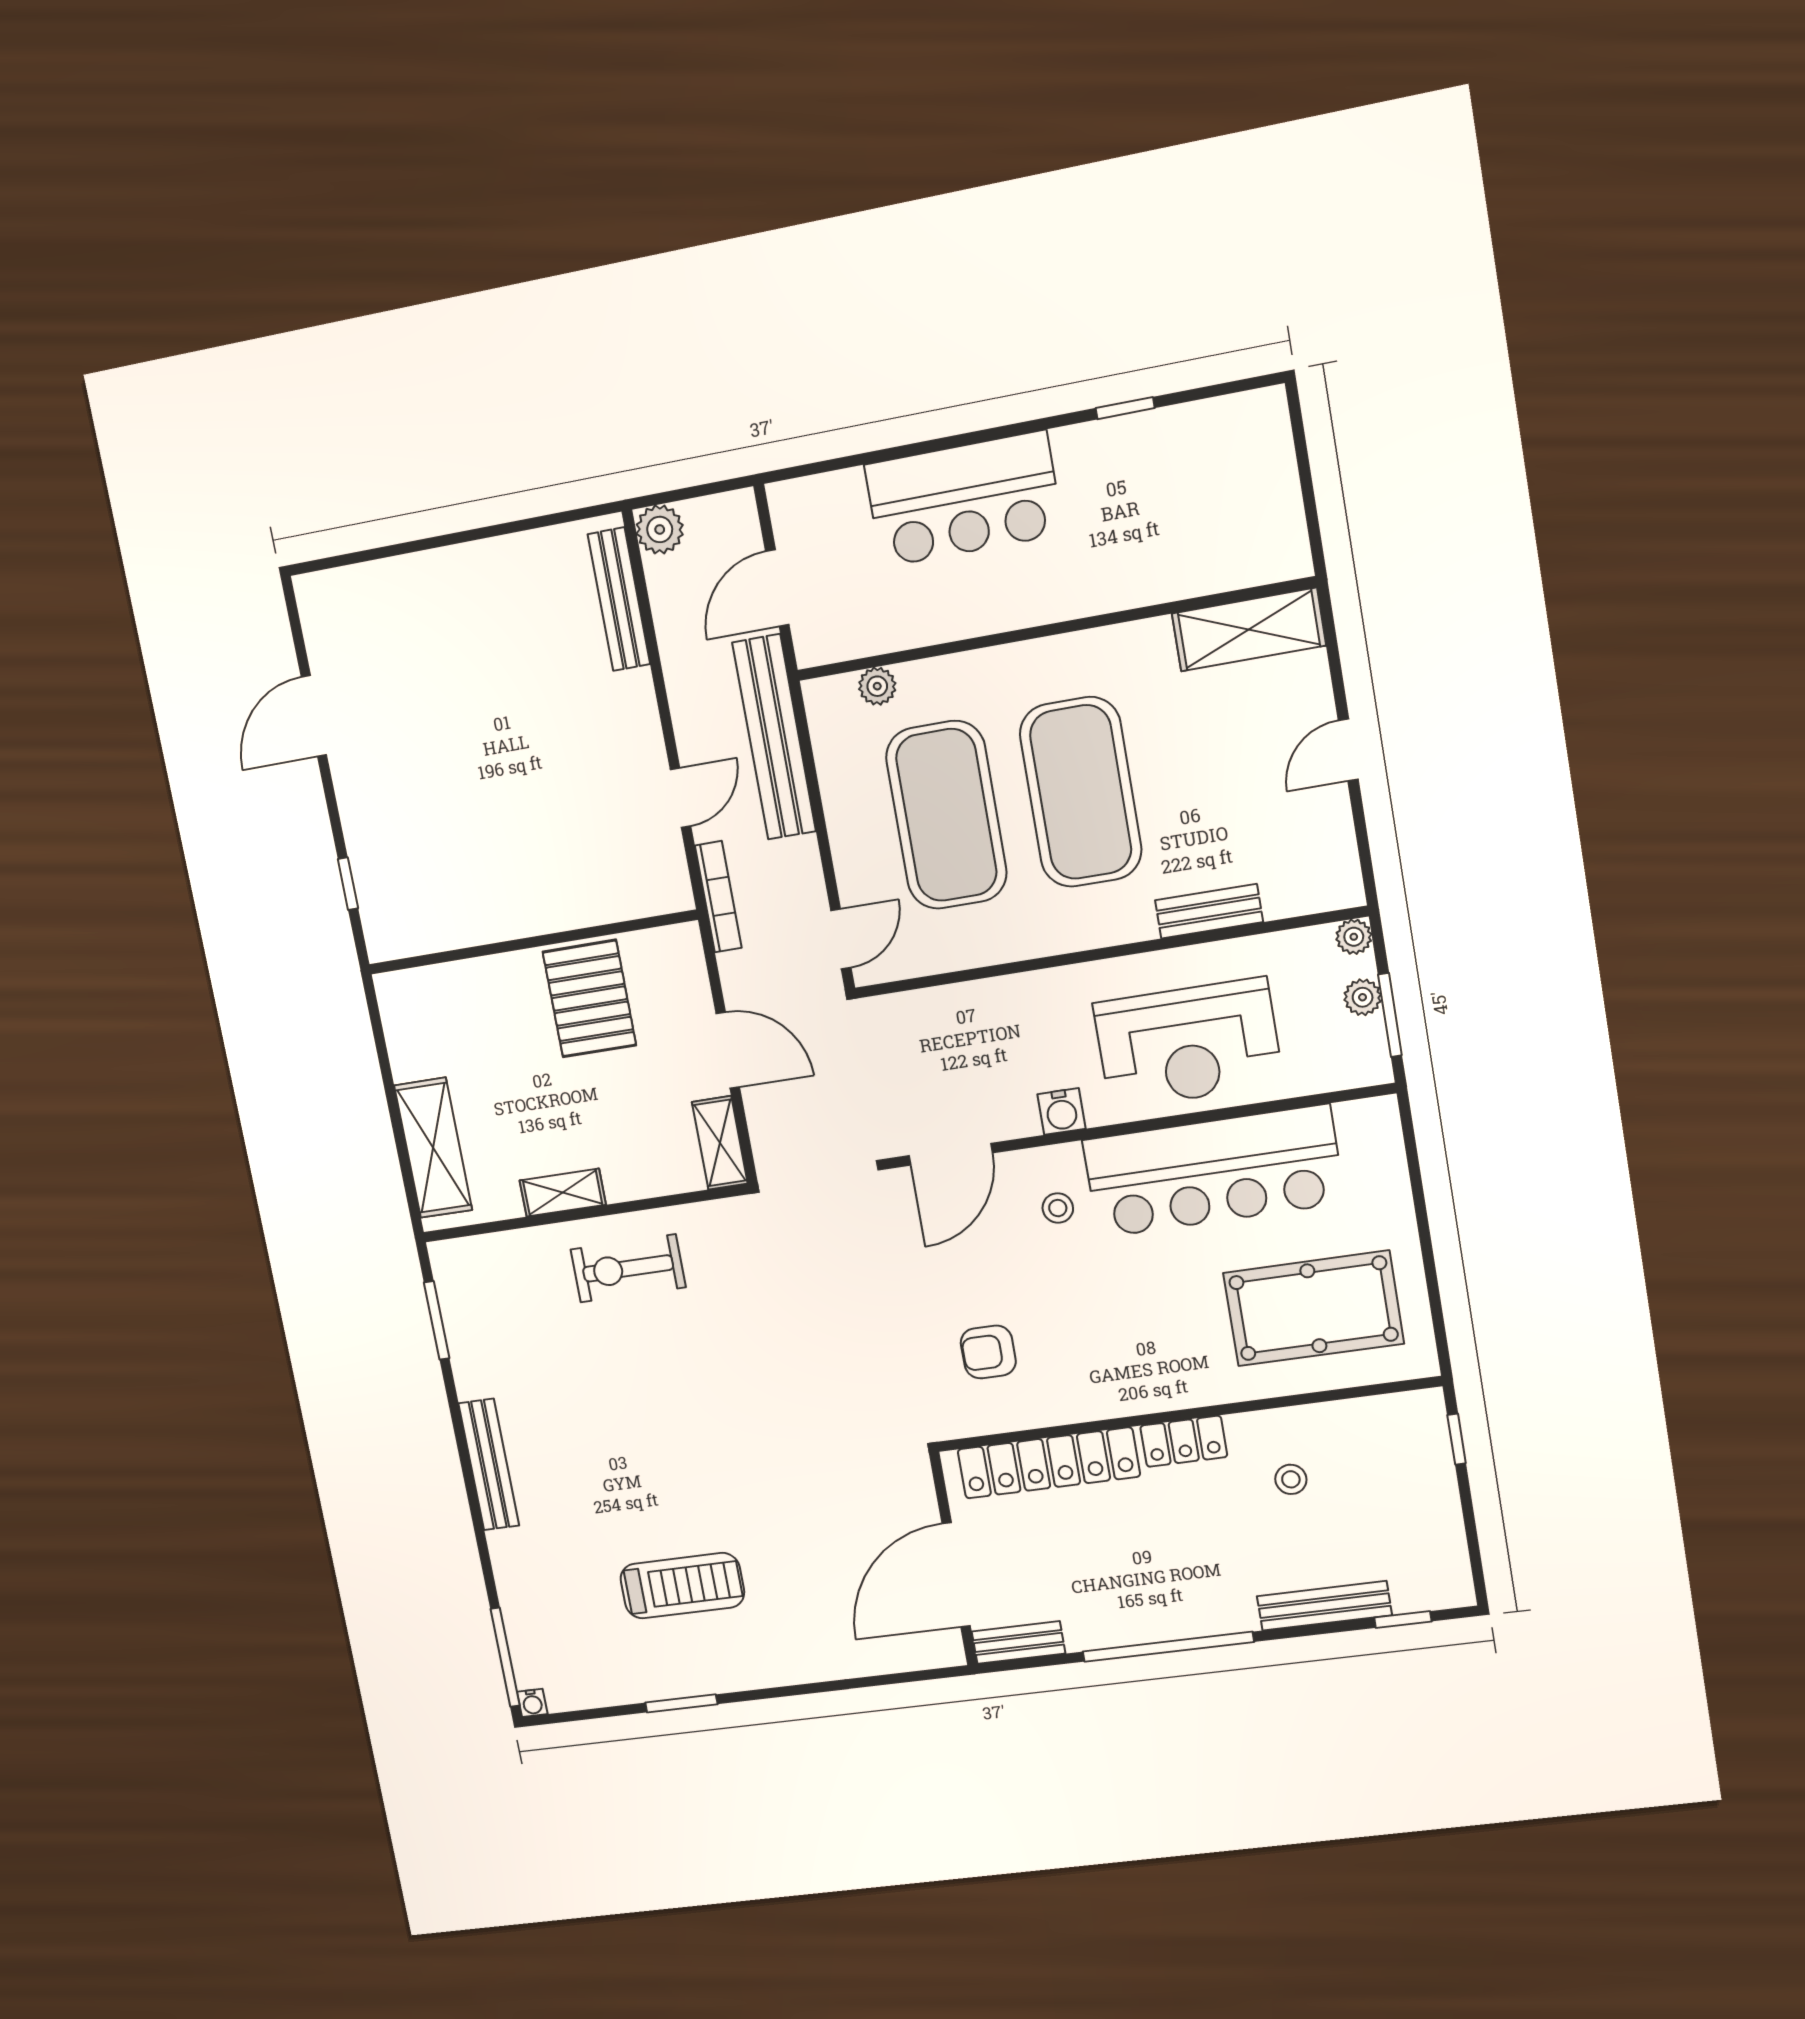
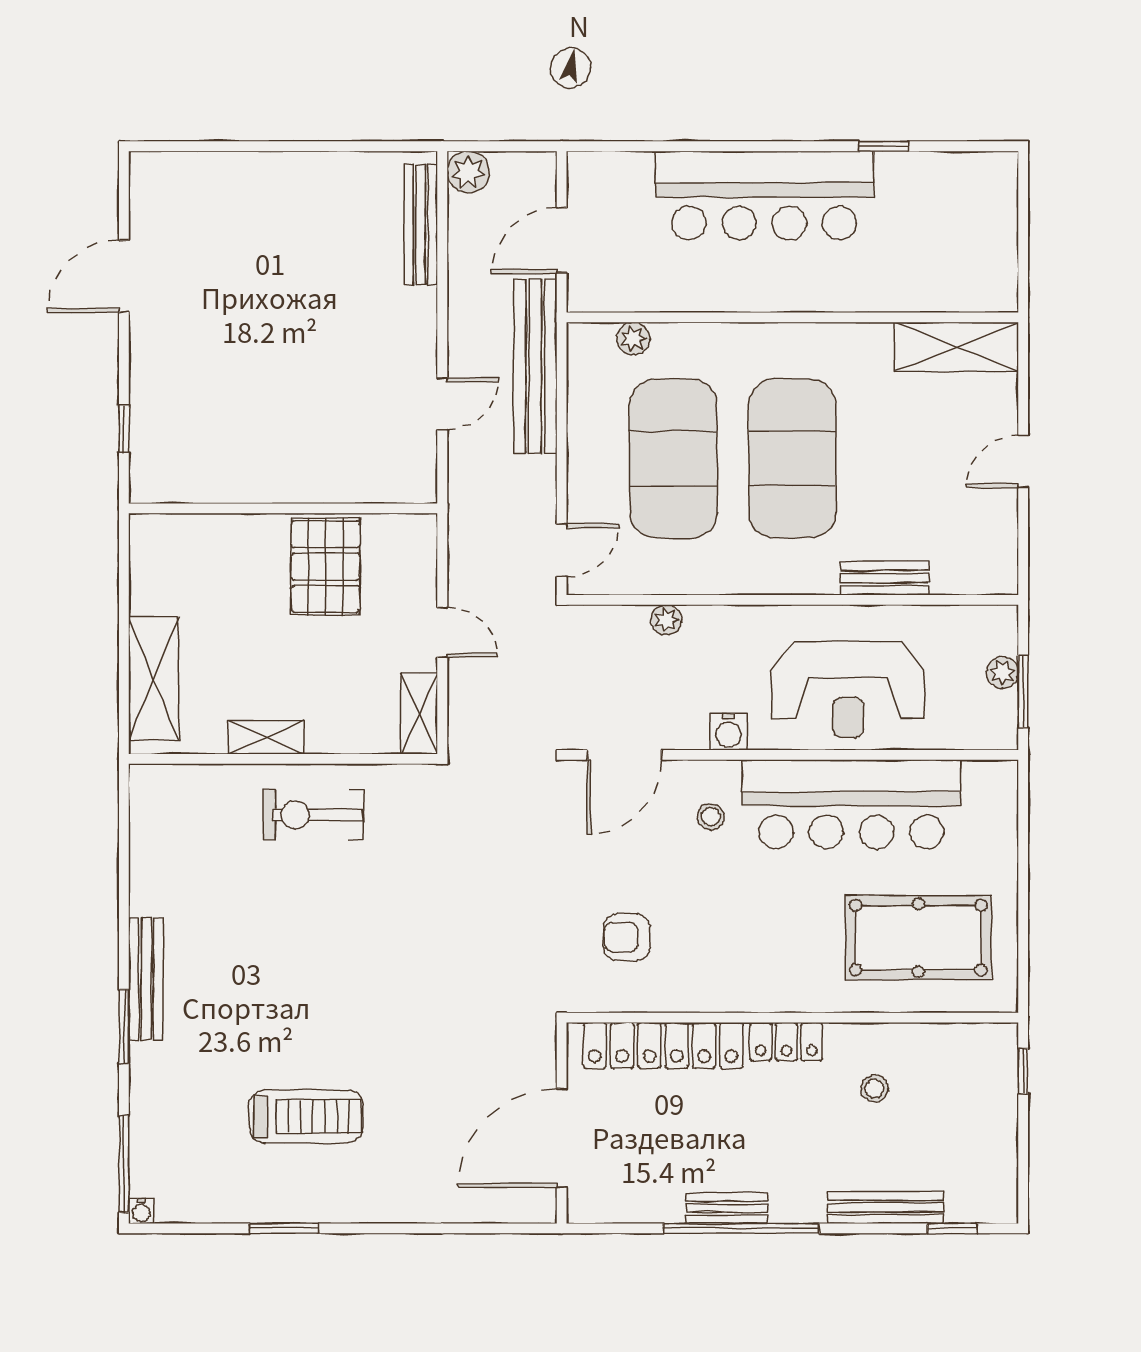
bar counter: (964, 499) -> (764, 195), width x1.36
bookcase: (718, 897) -> (459, 496), removed
plant: (1354, 937) -> (666, 620), moved
door: (728, 1050) -> (442, 632), width x0.73
window: (437, 1320) -> (124, 1026), moved
bench: (1018, 1642) -> (727, 1208), moved

